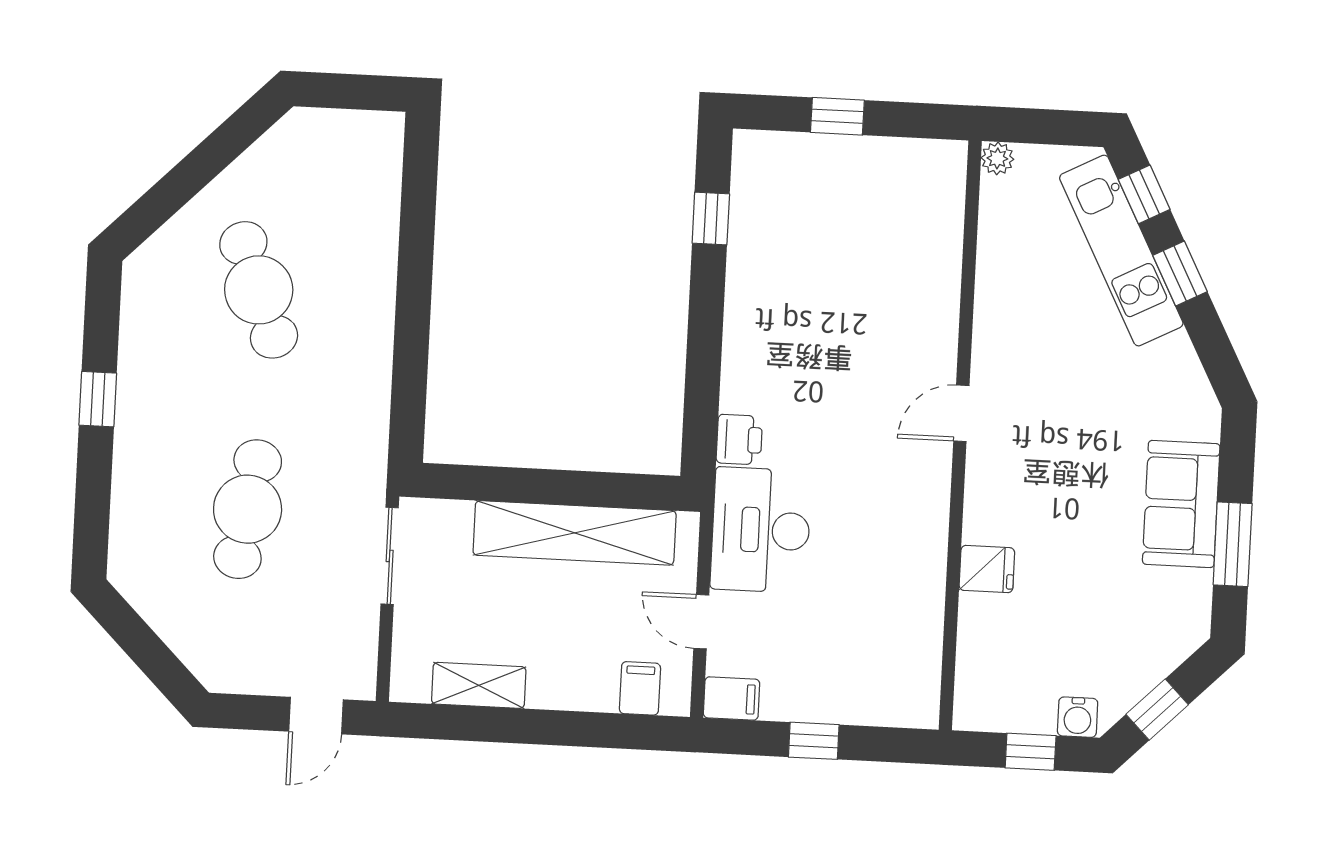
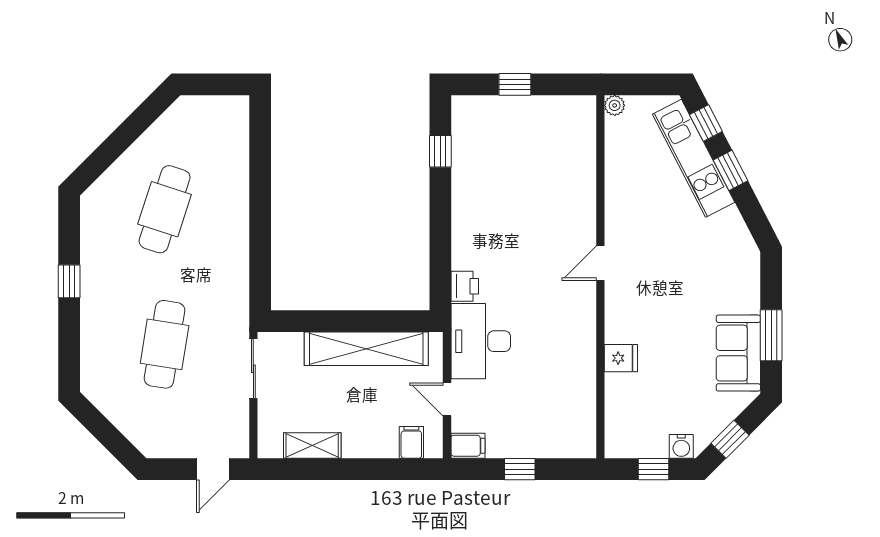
cafe table: (259, 290) -> (165, 209), turned 39
sofa: (1181, 504) -> (738, 353), moved

